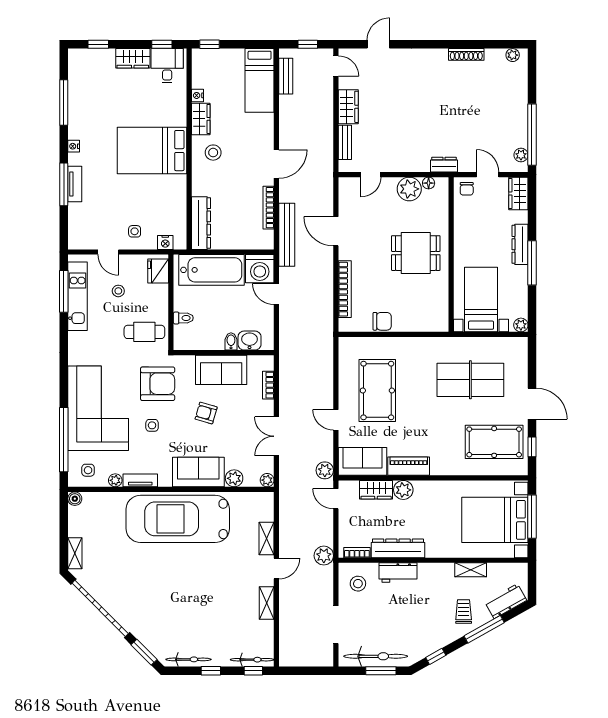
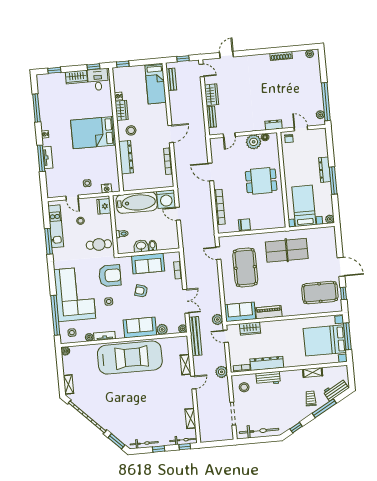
wardrobe: (518, 193) -> (321, 139), removed
dresser: (201, 223) -> (126, 157), moved
bench: (287, 235) -> (195, 336), moved
window: (64, 291) -> (49, 241), moved
washbasin: (250, 341) -> (141, 246), moved
table tennis table: (470, 380) -> (287, 250), moved
door: (336, 420) -> (218, 253), moved
double door: (276, 436) -> (186, 301), swing flipped
plant: (403, 490) -> (267, 327), removed
car: (178, 519) -> (130, 358), turned 180
shelving: (267, 603) -> (190, 419), moved
window: (381, 671) -> (263, 439), removed

